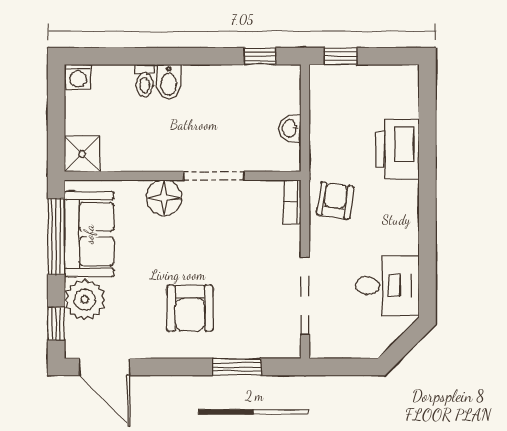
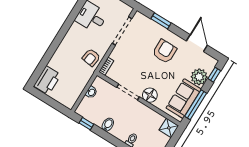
window: (341, 56) -> (58, 106), removed
bidet: (169, 82) -> (108, 125), moved
printer: (398, 149) -> (47, 80), moved
door: (105, 367) -> (197, 43), moved

